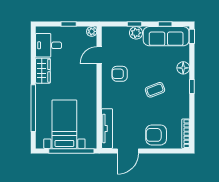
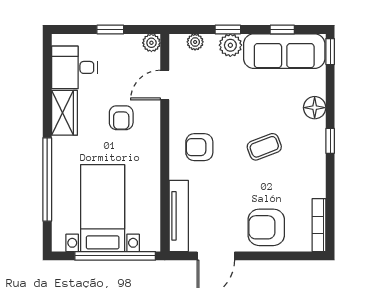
plant: (116, 31) -> (195, 42), added
armchair: (75, 73) -> (121, 118), added
armchair: (120, 74) -> (199, 147), moved

